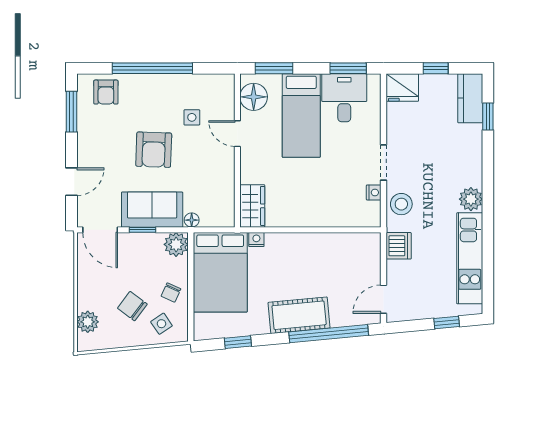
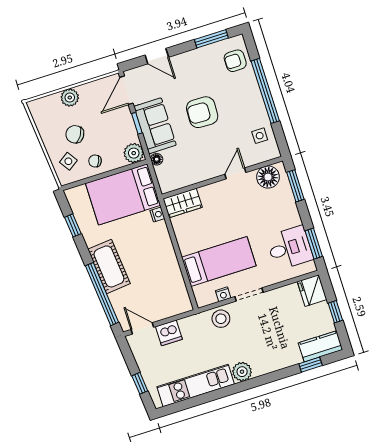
bed: (301, 115) -> (219, 261), moved, turned 180
side table: (192, 117) -> (260, 136), moved
dishwasher: (399, 246) -> (169, 333), moved
chair: (132, 306) -> (75, 134), turned -94
plant: (88, 322) -> (70, 98), moved

